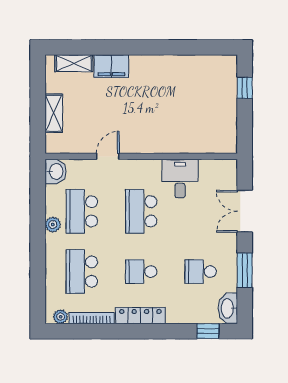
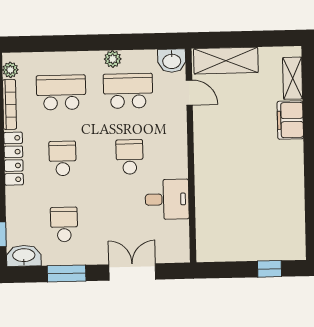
shelving: (54, 113) -> (226, 61), width x1.50, depth x1.33
door: (108, 156) -> (189, 93), moved
school desk: (141, 211) -> (130, 157), width x0.54

